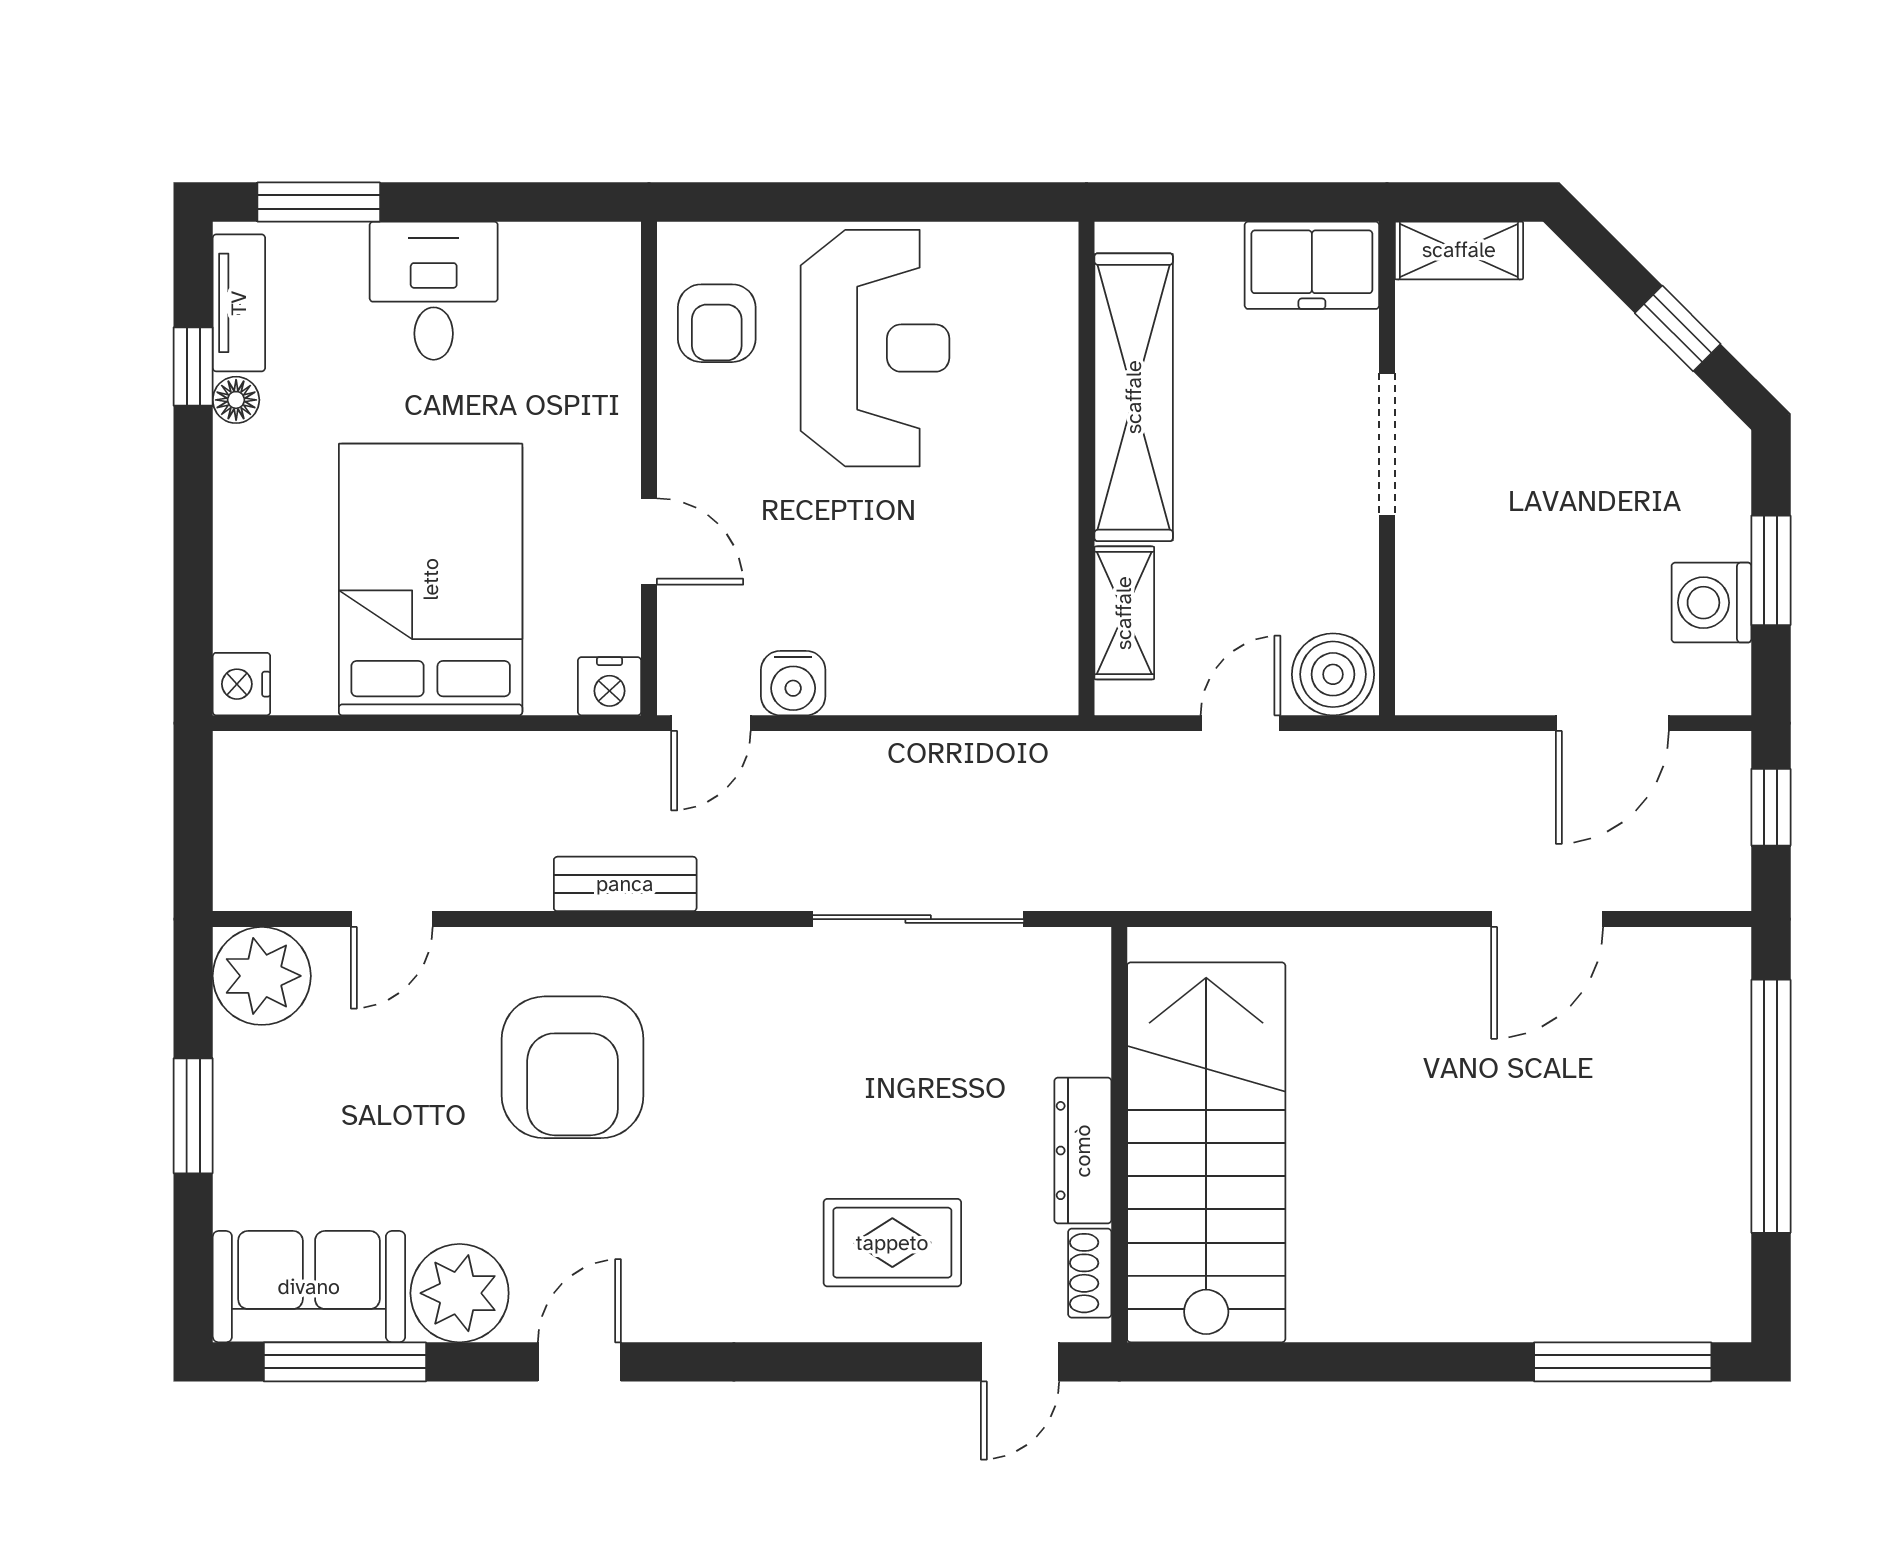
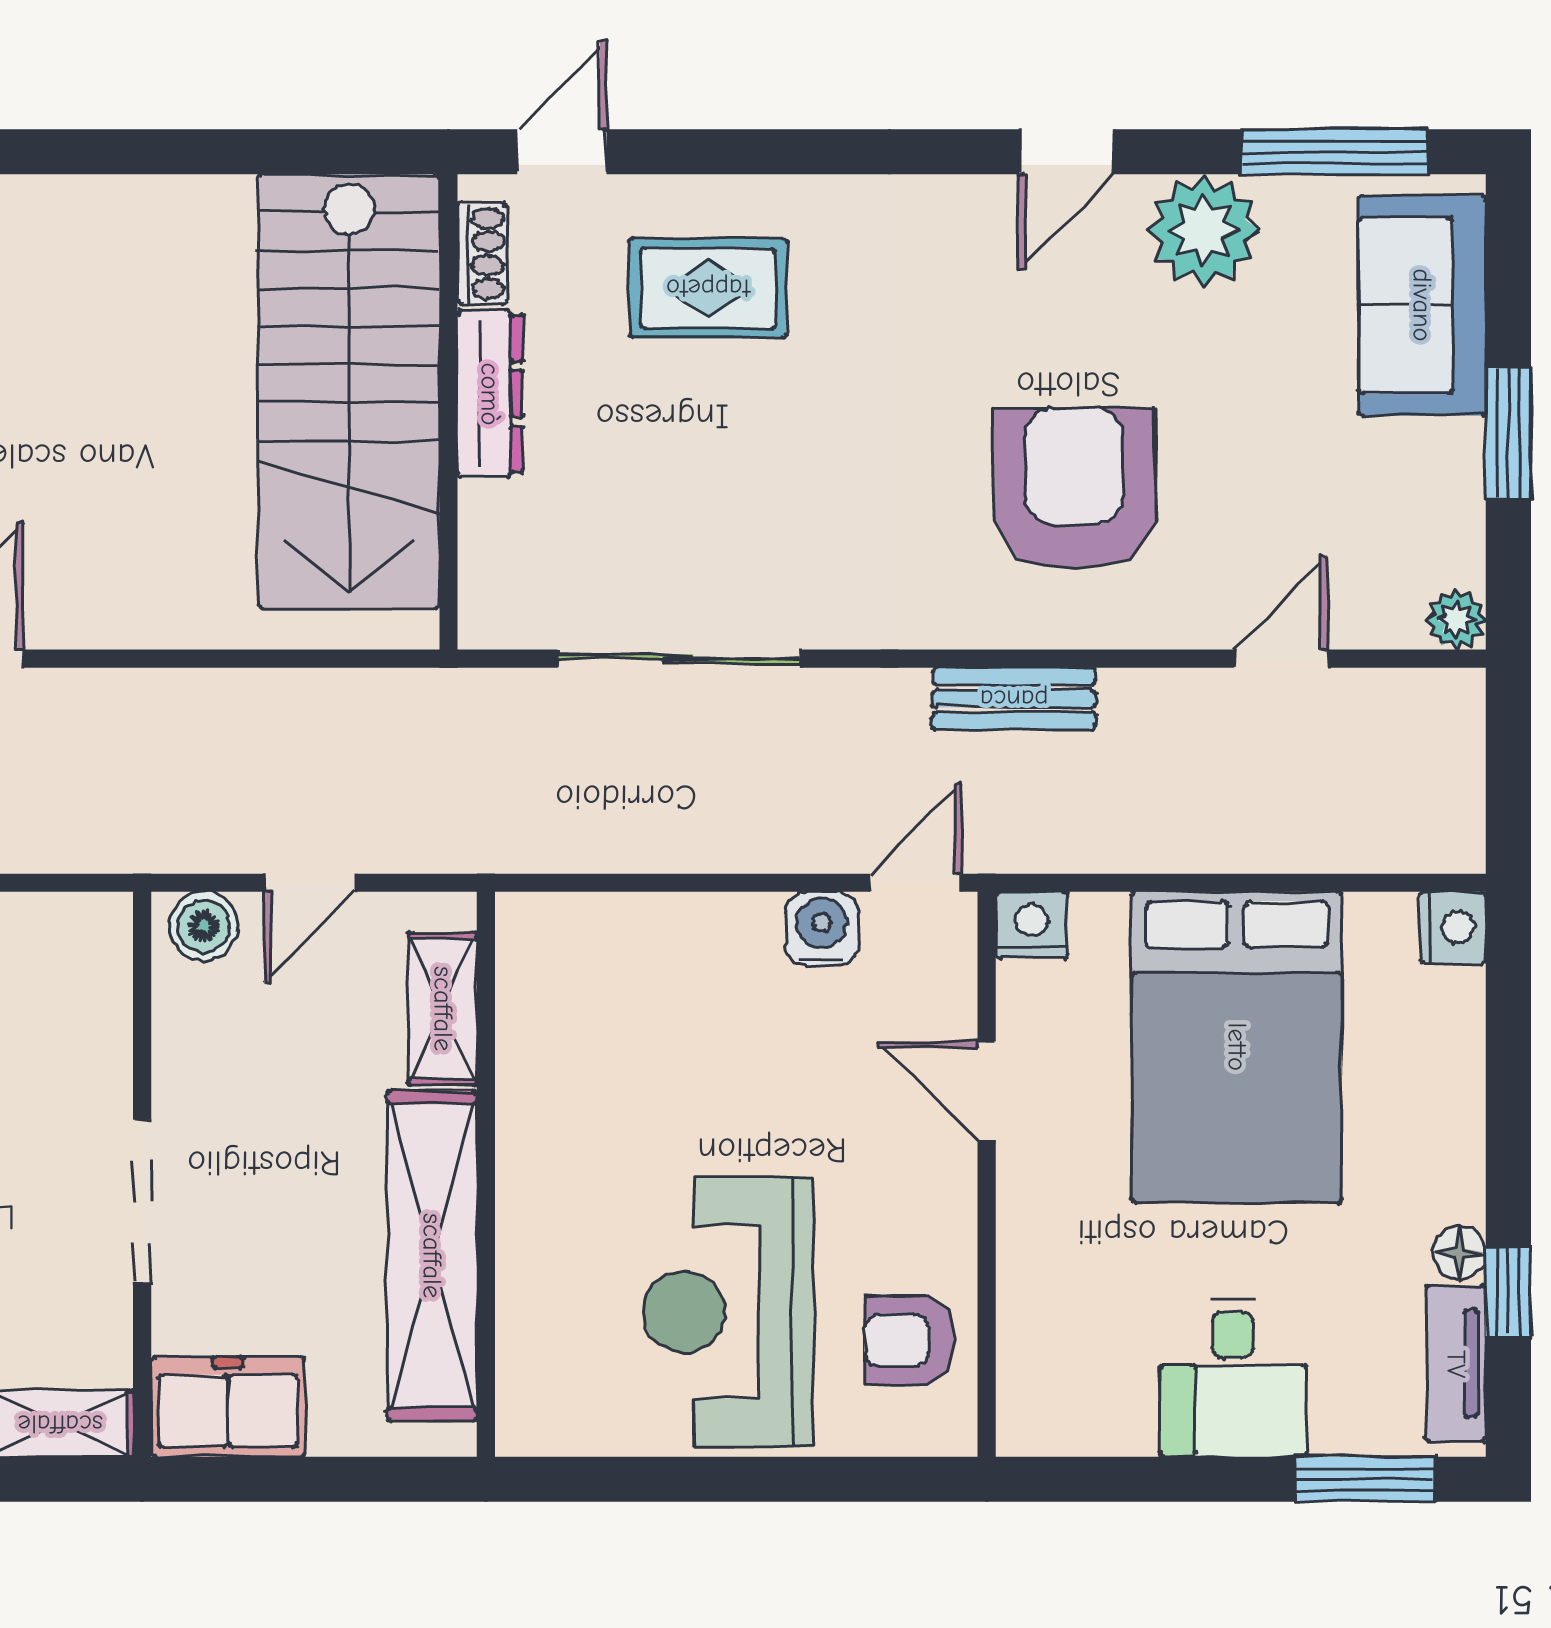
armchair: (717, 323) -> (909, 1341), turned -90
boiler: (1333, 674) -> (204, 926), width x0.73, depth x0.73
plant: (262, 976) -> (1456, 620), width x0.53, depth x0.53
sofa: (309, 1287) -> (1422, 305), moved, turned 90

